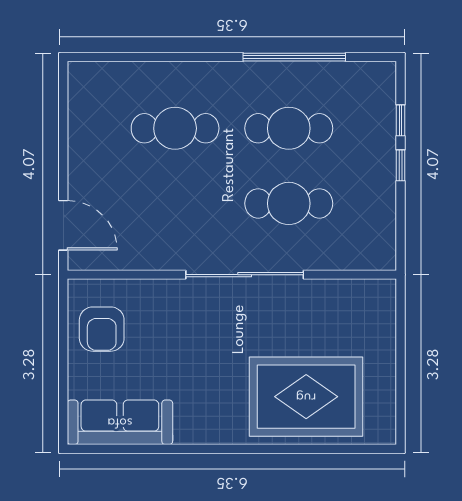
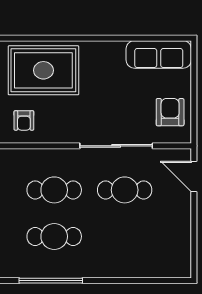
cafe table: (175, 128) -> (125, 190), moved
sliding door: (245, 275) -> (116, 146), moved
armchair: (338, 316) -> (24, 120), added

